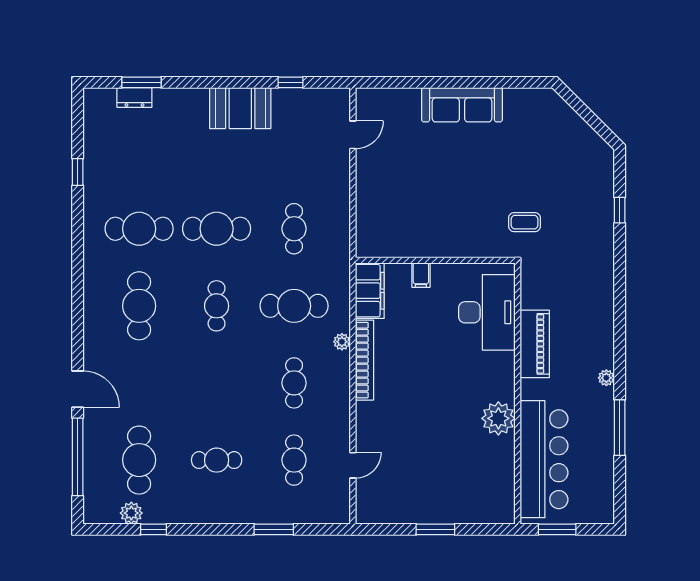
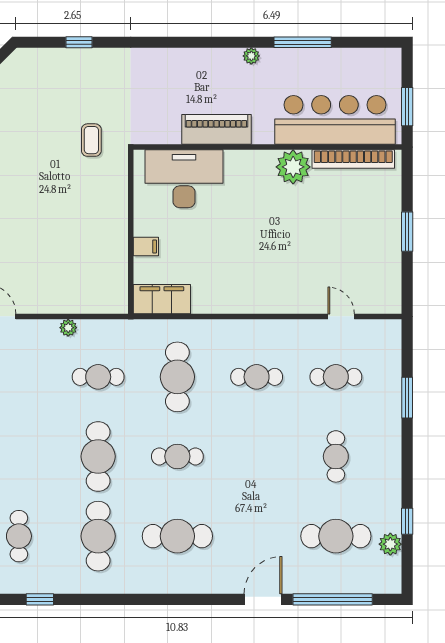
cafe table: (139, 152) -> (19, 536), added
plant: (342, 342) -> (68, 328), moved
bookcase: (364, 360) -> (353, 159), moved, turned 180

